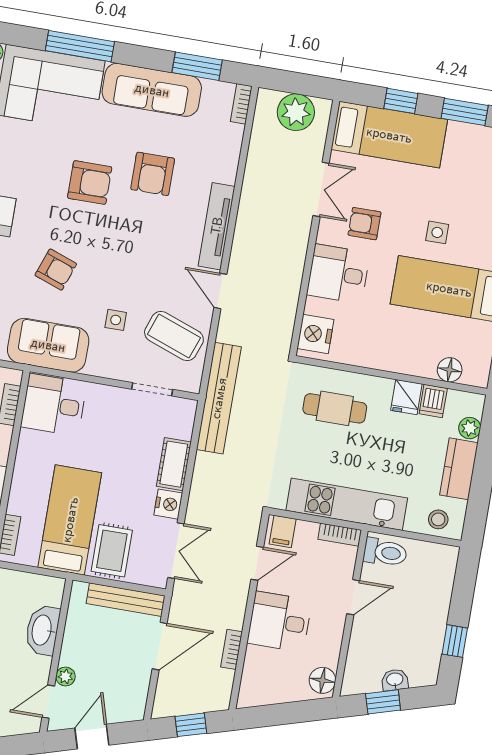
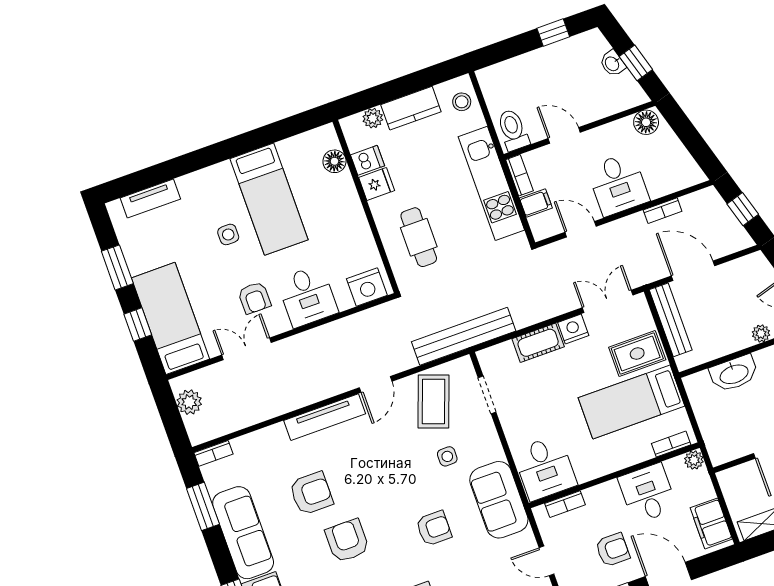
plant: (296, 112) -> (189, 402), width x0.73, depth x0.73
armchair: (56, 270) -> (434, 528), turned 70
filing cabinet: (283, 531) -> (536, 203), moved

